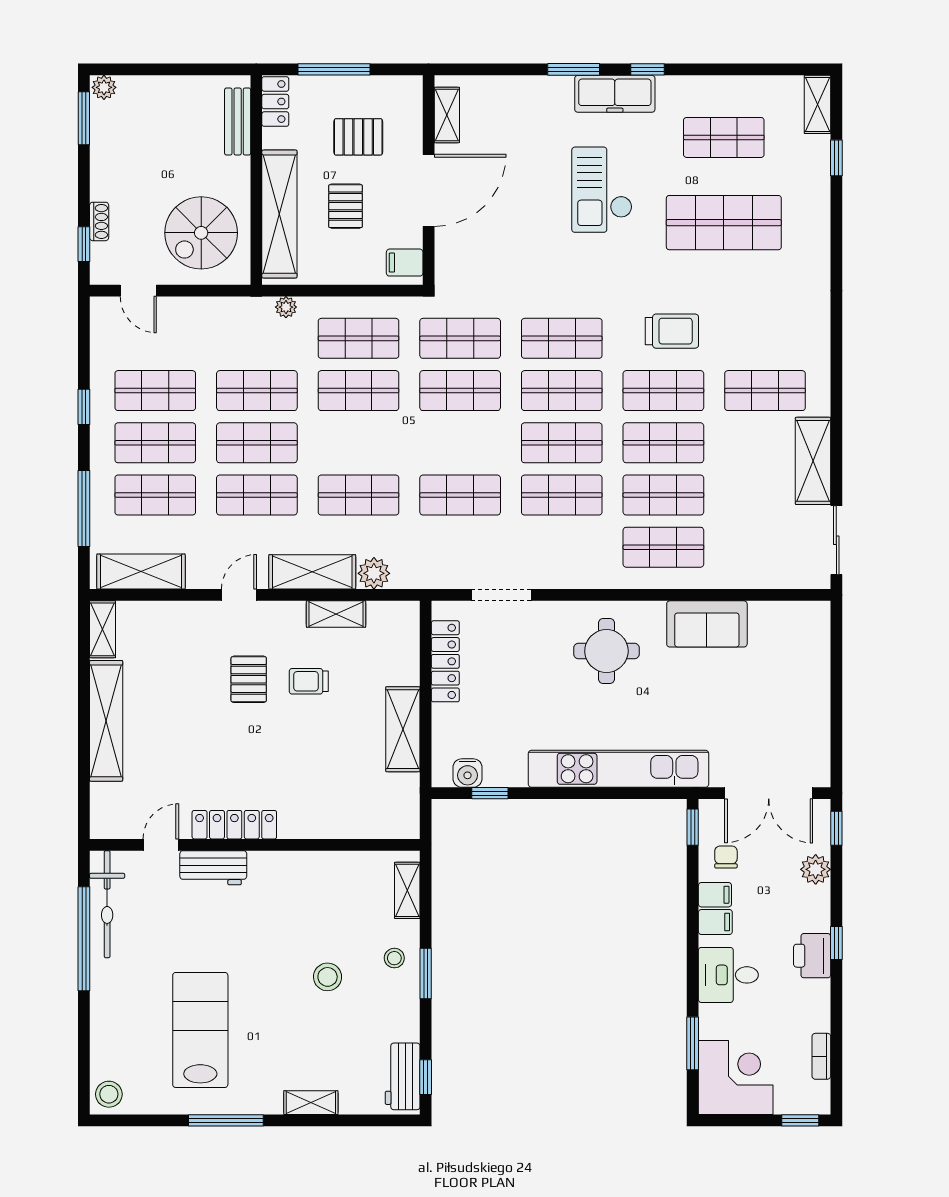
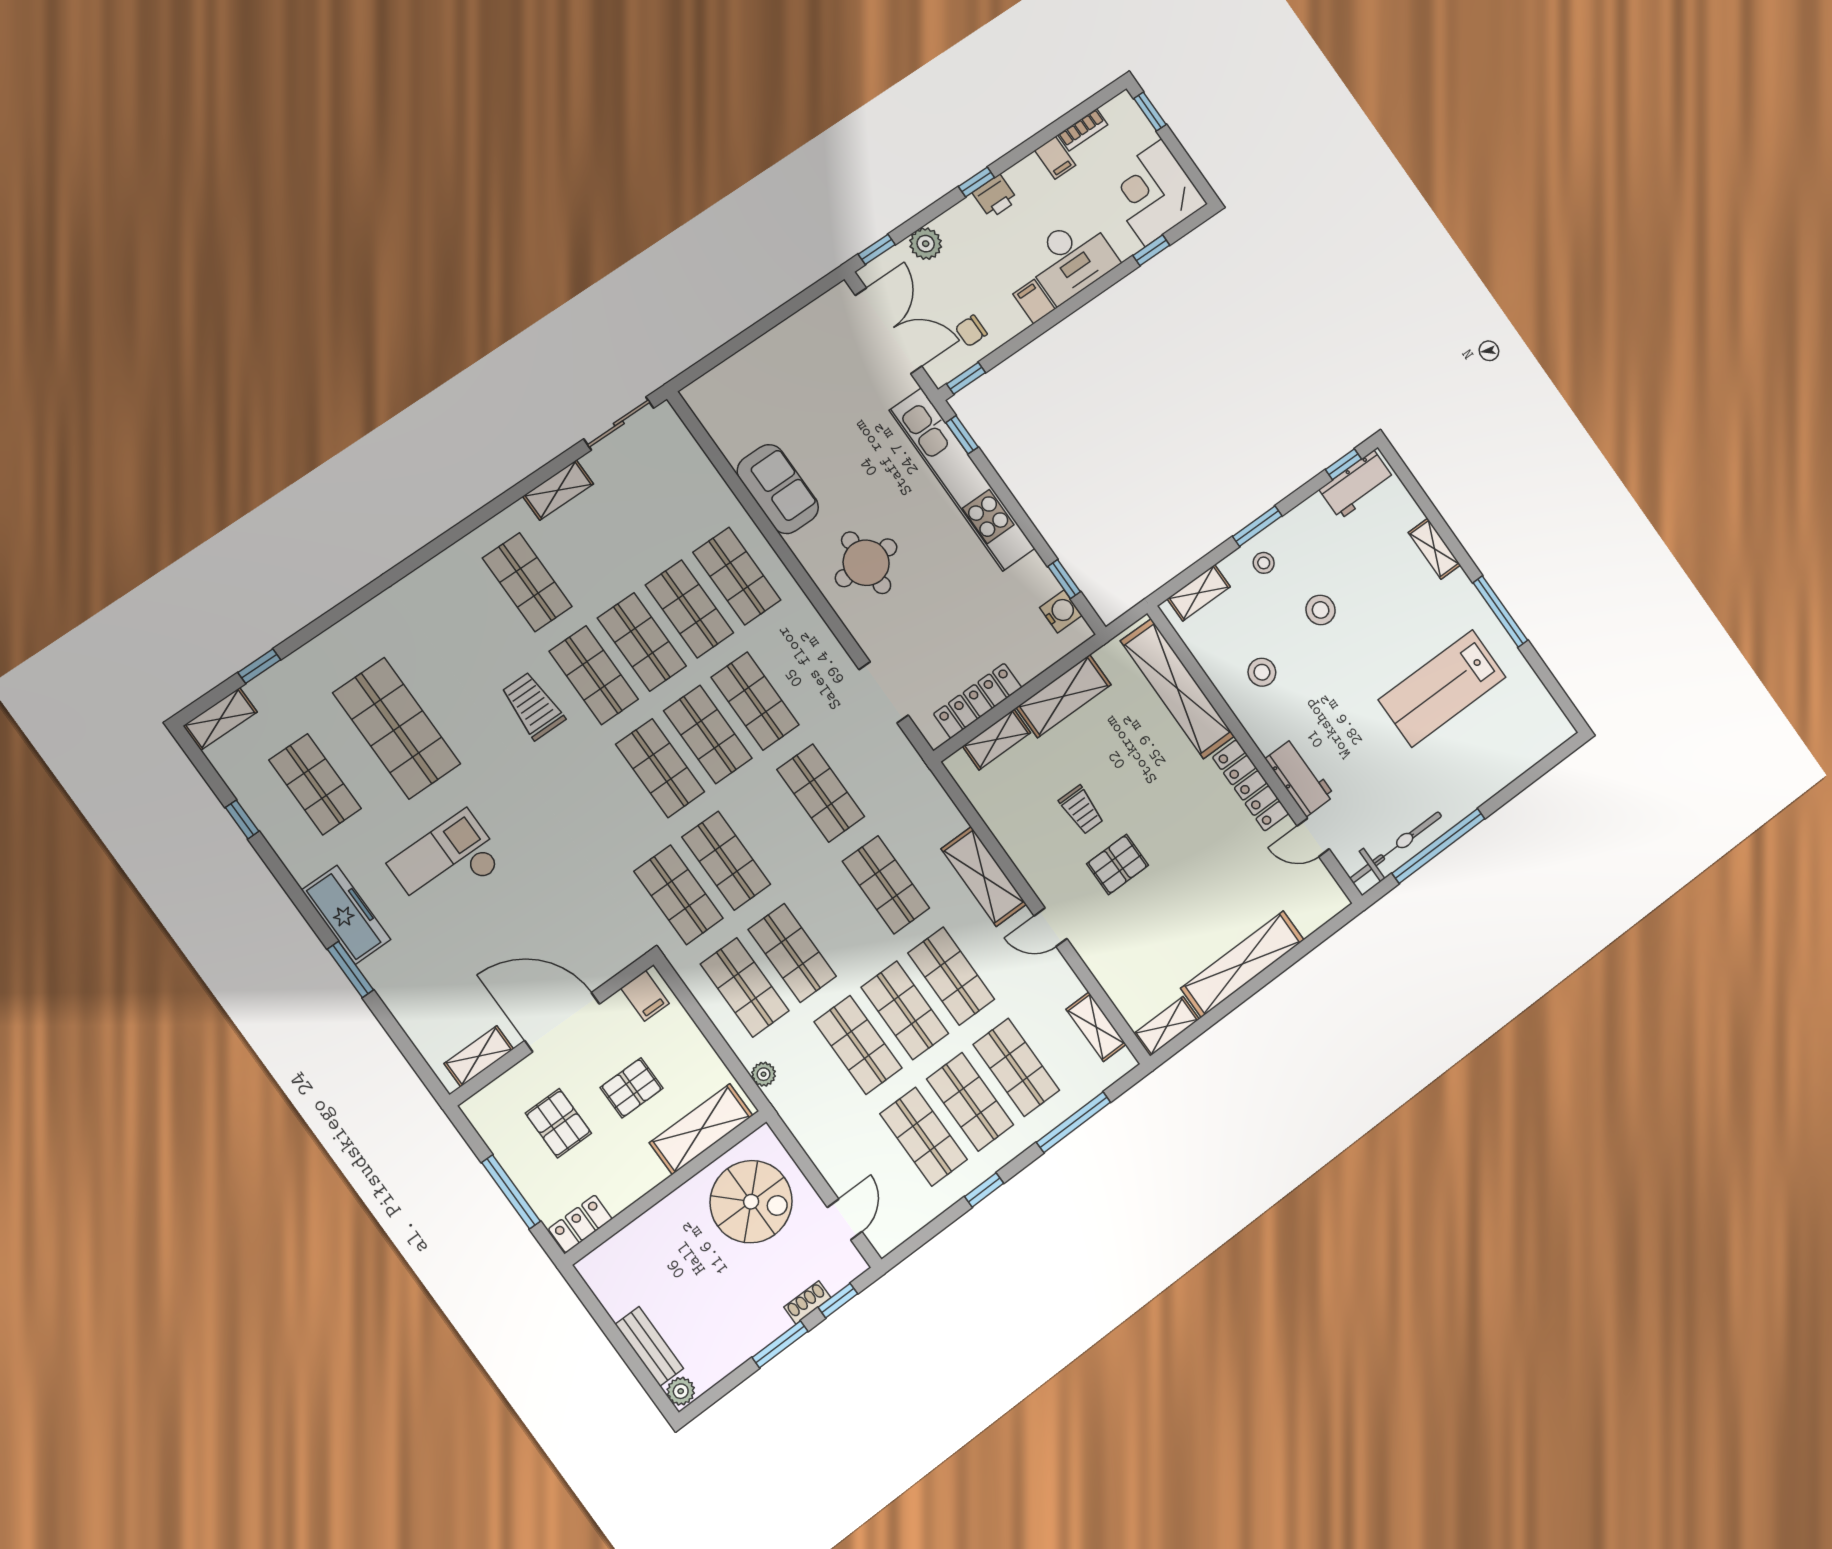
window: (647, 69) -> (242, 819), moved
window: (84, 118) -> (780, 1344), moved
bench: (238, 121) -> (649, 1346), moved, turned 90
checkout: (602, 190) -> (446, 863), turned 180
shelving: (279, 214) -> (701, 1129), width x0.68
shop shelf: (562, 338) -> (612, 802), removed
shelving: (813, 461) -> (558, 490), width x0.67, depth x0.75
shelving: (141, 572) -> (1096, 1027), width x0.67, depth x0.75
plant: (374, 573) -> (946, 820), removed
shelving: (336, 614) -> (996, 739), moved, turned 90
window: (652, 793) -> (962, 435), added
shelving: (347, 821) -> (1177, 689), added
filing cabinet: (715, 895) -> (1055, 158), moved, turned 180
printer: (812, 956) -> (995, 196), width x0.73, depth x0.81
desk: (728, 975) -> (1071, 259), width x1.37
window: (693, 1043) -> (1151, 250), width x0.67
stool: (109, 1094) -> (1262, 672), moved

